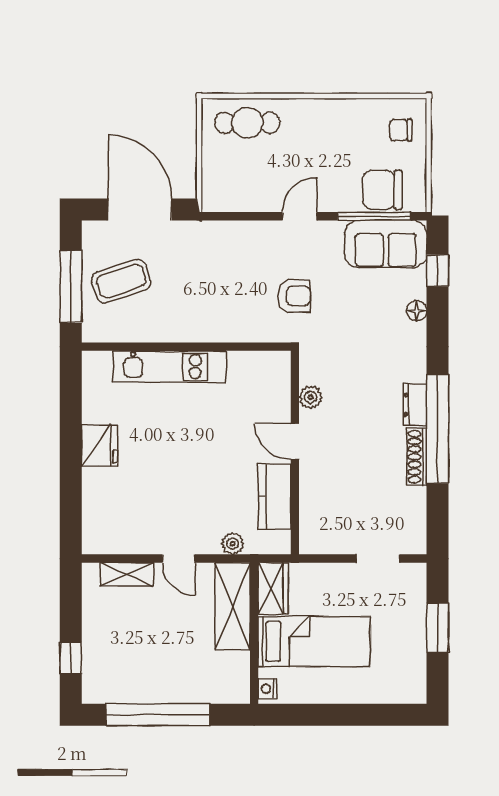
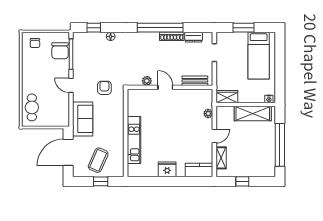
sofa: (386, 244) -> (83, 119), moved
coffee table: (121, 281) -> (98, 160), turned 42
window: (71, 287) -> (101, 181), width x0.46
dresser: (415, 405) -> (194, 37), moved
door: (295, 441) -> (165, 87), swing flipped
kitchen counter: (274, 497) -> (199, 170), moved, turned 180
bench: (311, 512) -> (195, 81), added
shelving: (233, 606) -> (253, 114), moved
bed: (314, 641) -> (259, 56), moved, turned 180
window: (71, 658) -> (242, 181), moved

